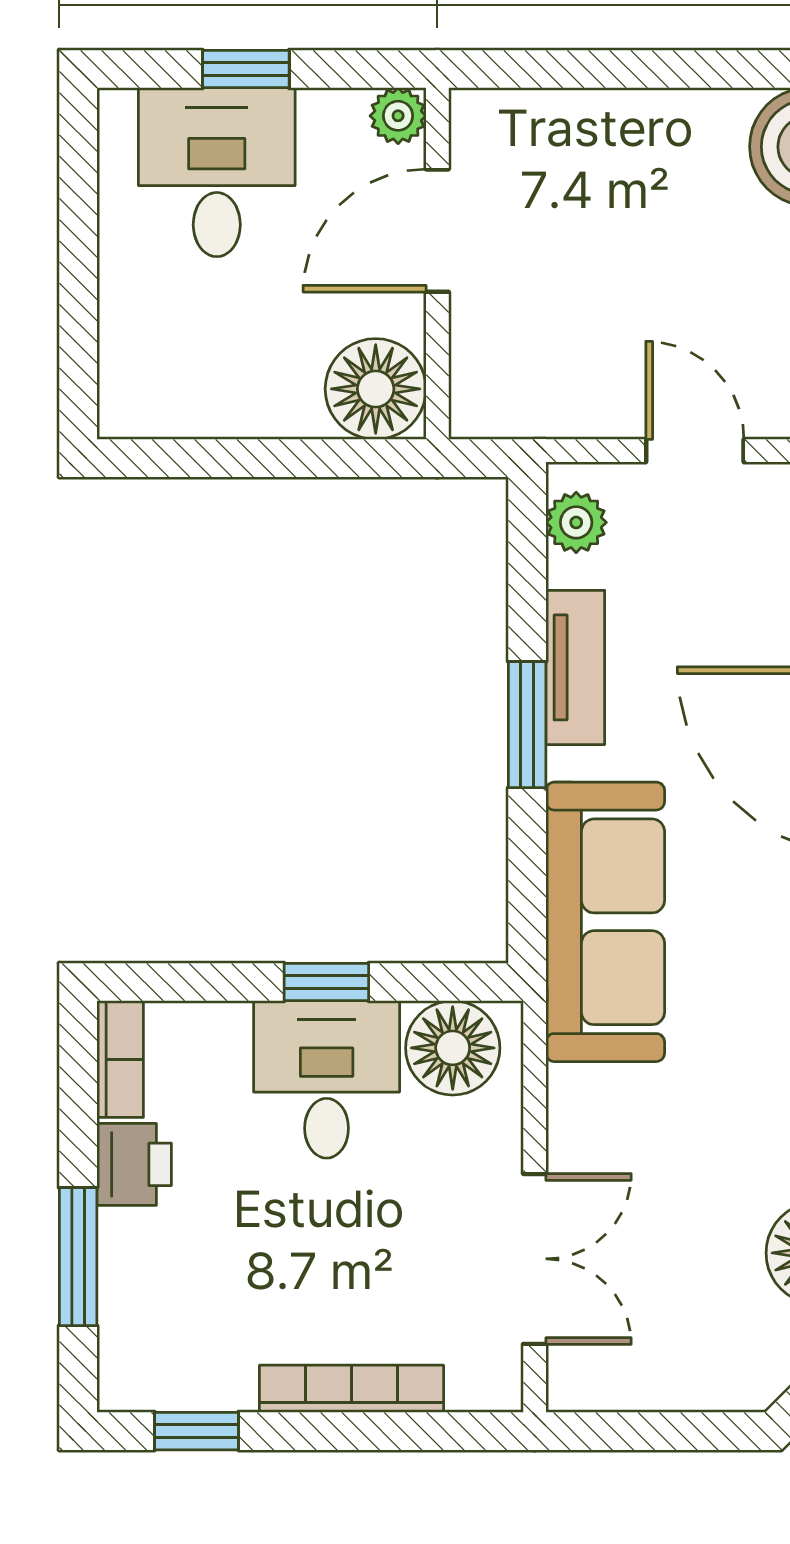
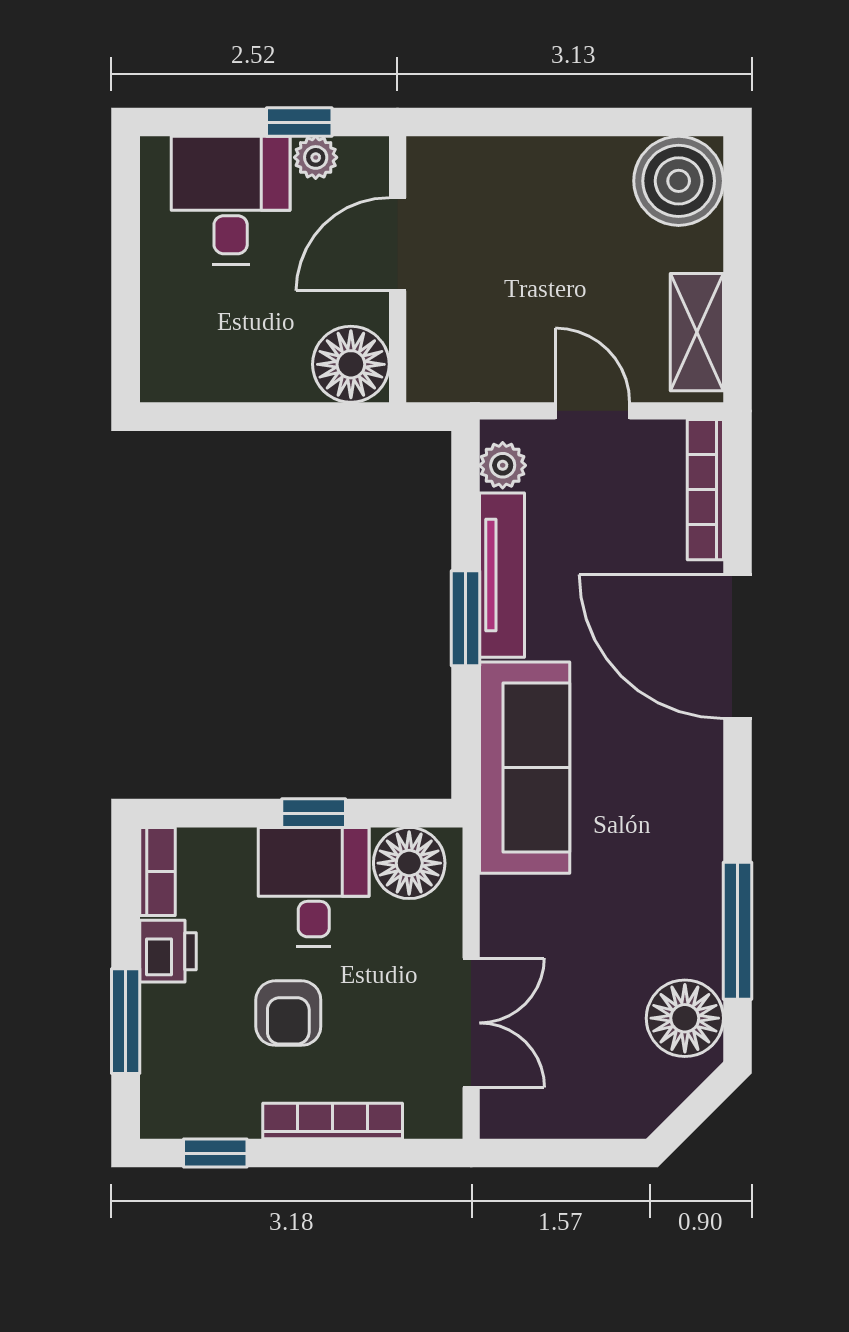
window: (246, 69) -> (299, 122), moved
plant: (398, 116) -> (316, 157), moved
tv unit: (575, 667) -> (502, 575), width x1.41
armchair: (293, 1246) -> (288, 1013), added

